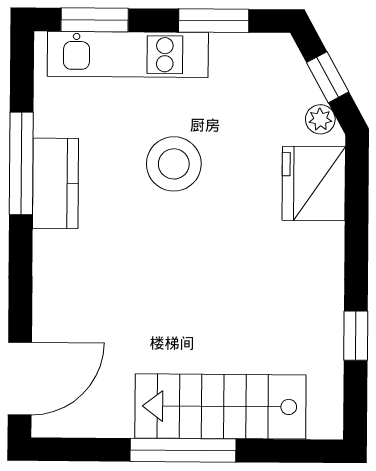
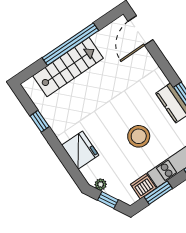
dishwasher: (235, 55) -> (143, 186), added
fridge: (314, 184) -> (80, 150), moved
window: (183, 450) -> (70, 44), width x1.46

